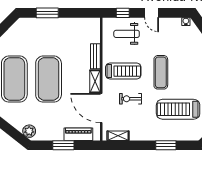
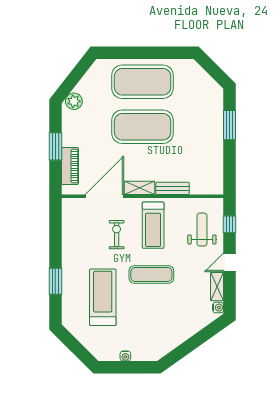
shelving: (118, 136) -> (217, 287), moved

